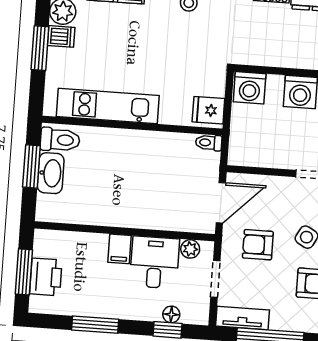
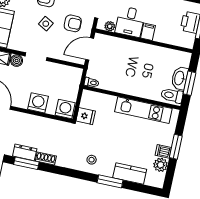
fridge: (208, 110) -> (86, 116), moved

